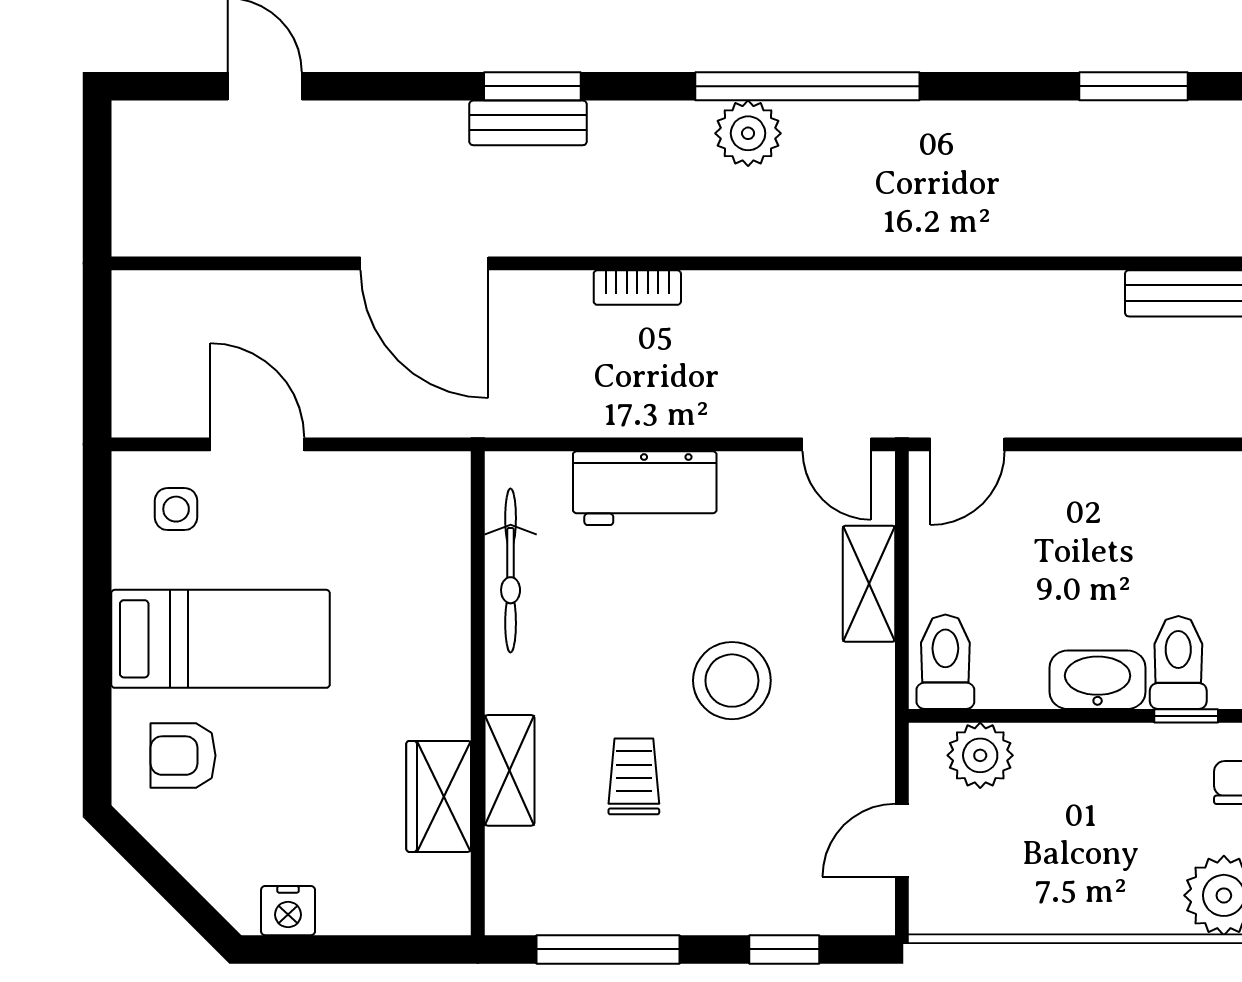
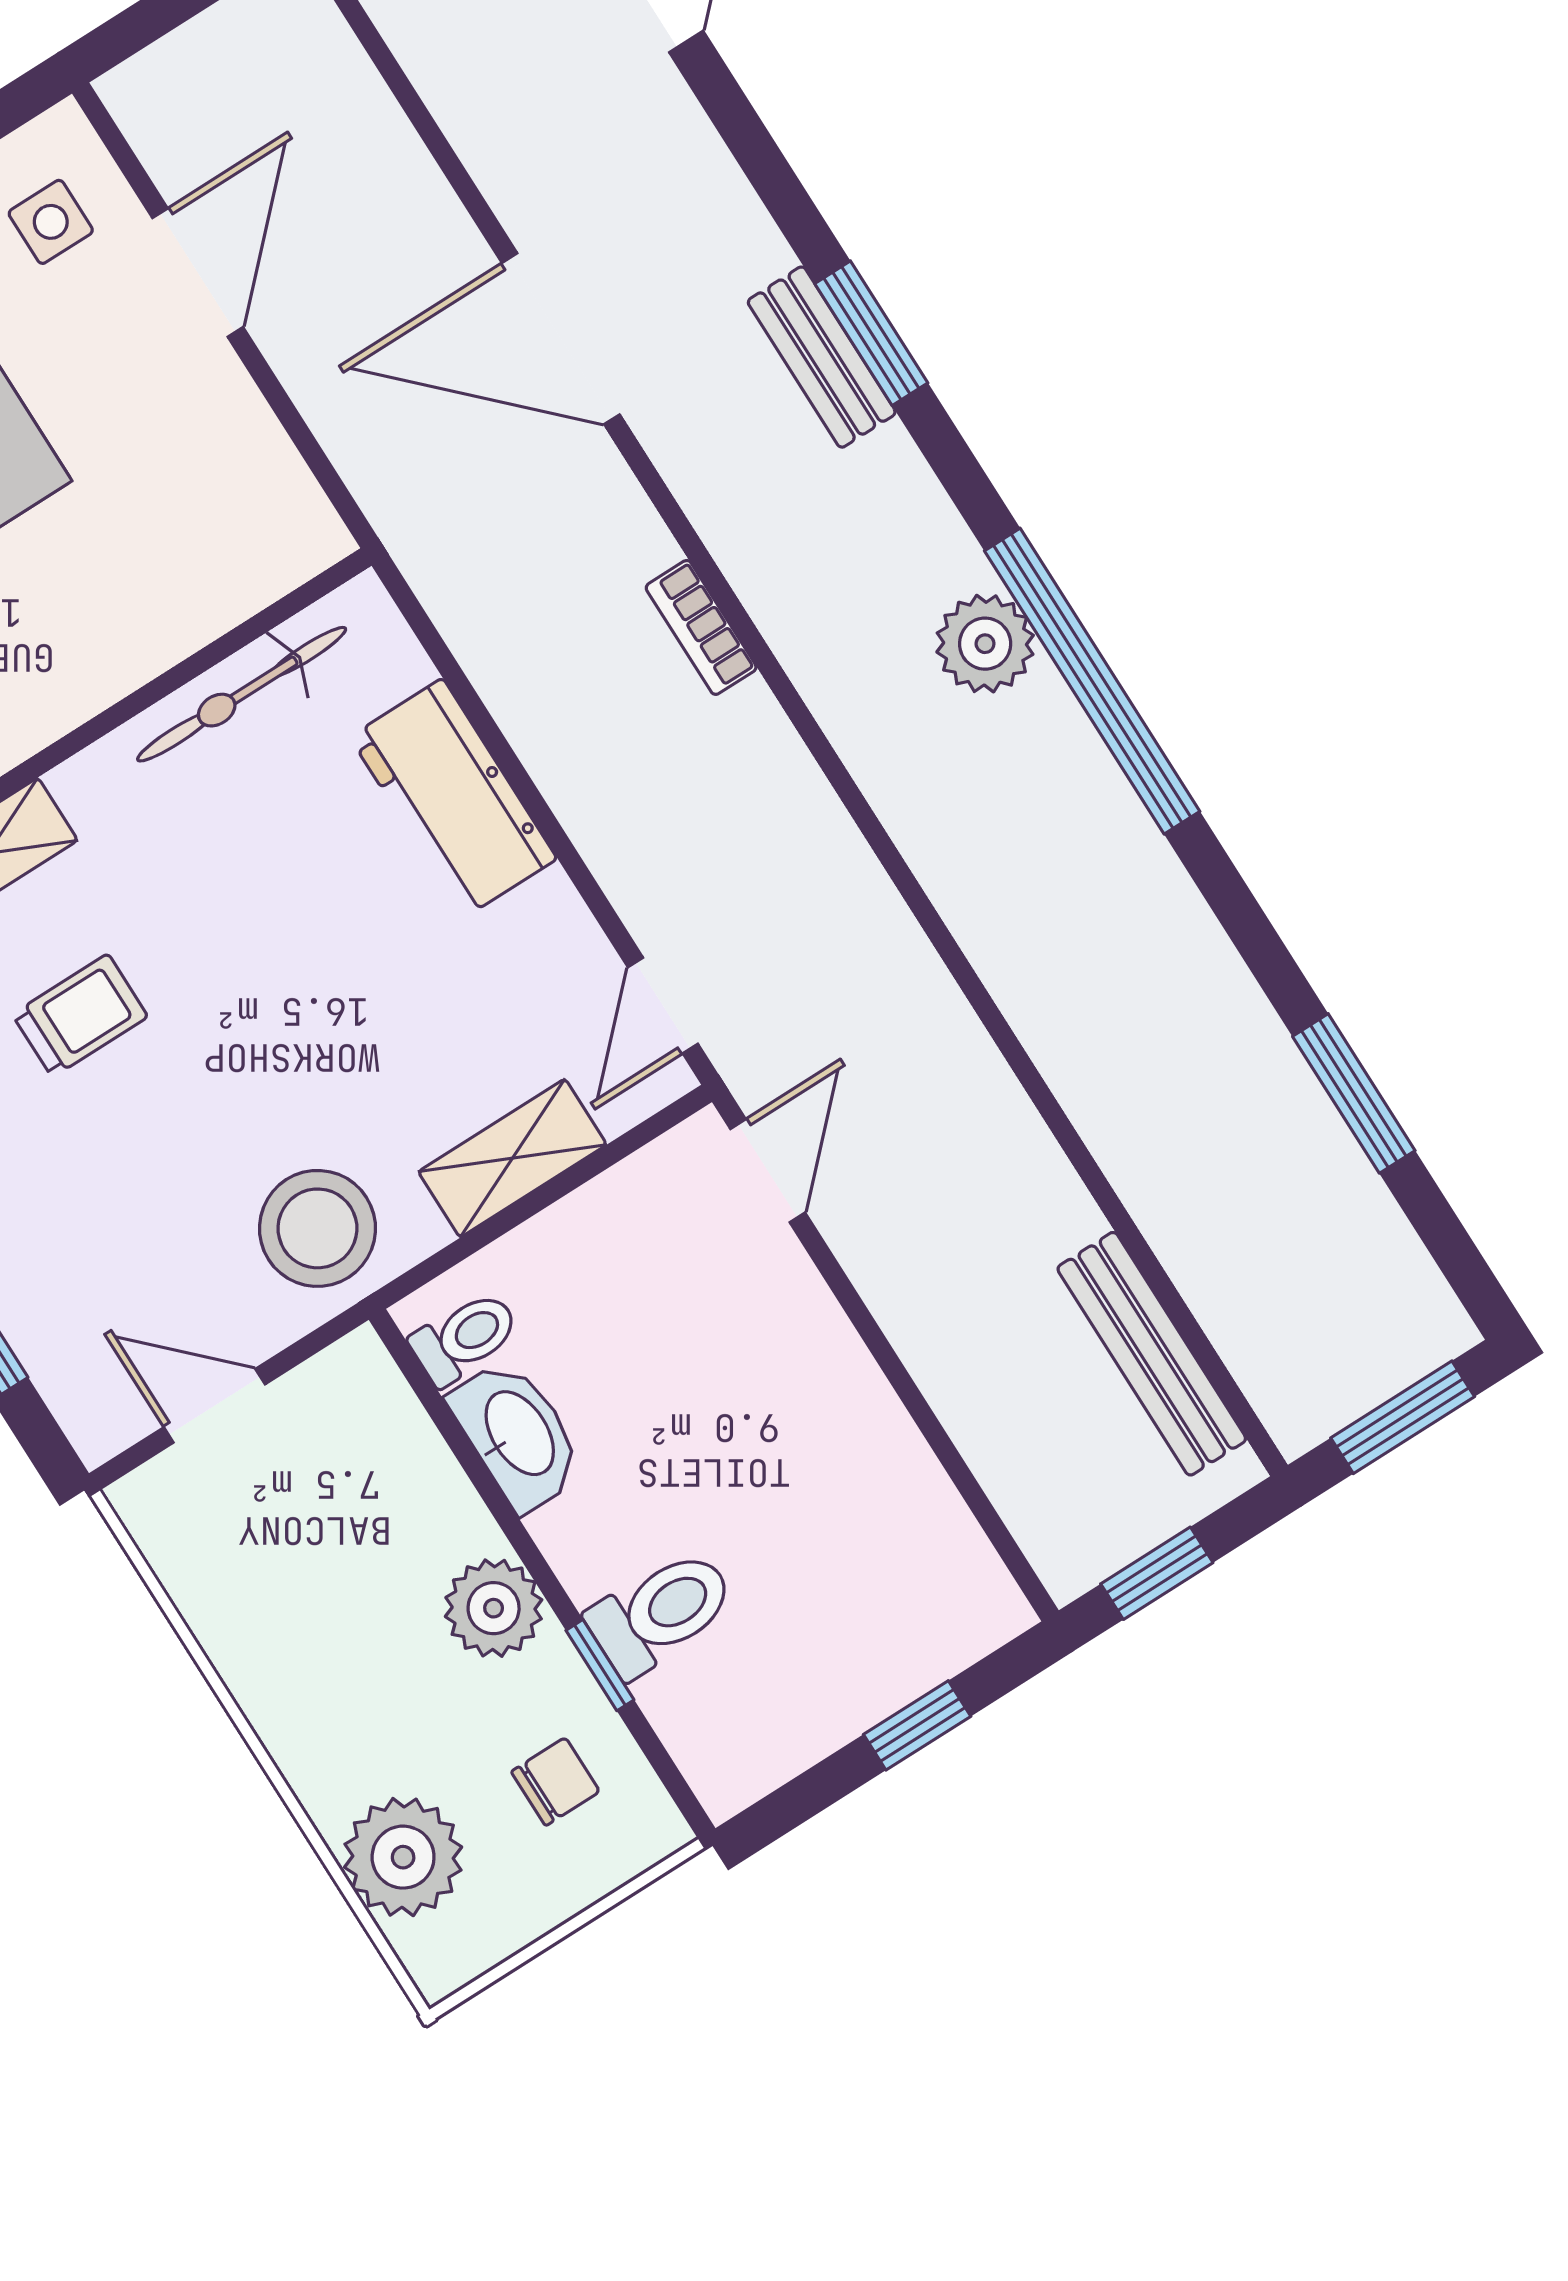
door: (424, 263) -> (561, 339), hinge flipped
door: (967, 444) -> (768, 1171), swing flipped
toilet: (945, 662) -> (465, 1338), width x0.73, depth x0.72
washbasin: (1098, 680) -> (518, 1435), moved
stool: (732, 681) -> (317, 1228), moved
plant: (980, 755) -> (494, 1608), moved

